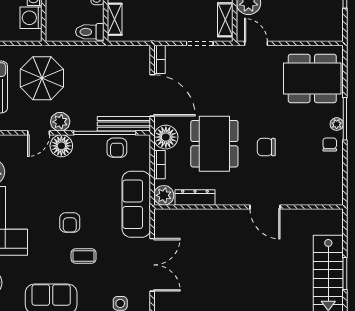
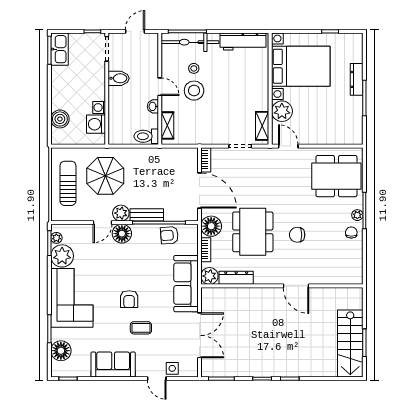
bench: (124, 124) -> (147, 215), moved, width x0.73
armchair: (117, 148) -> (169, 235), turned 86

